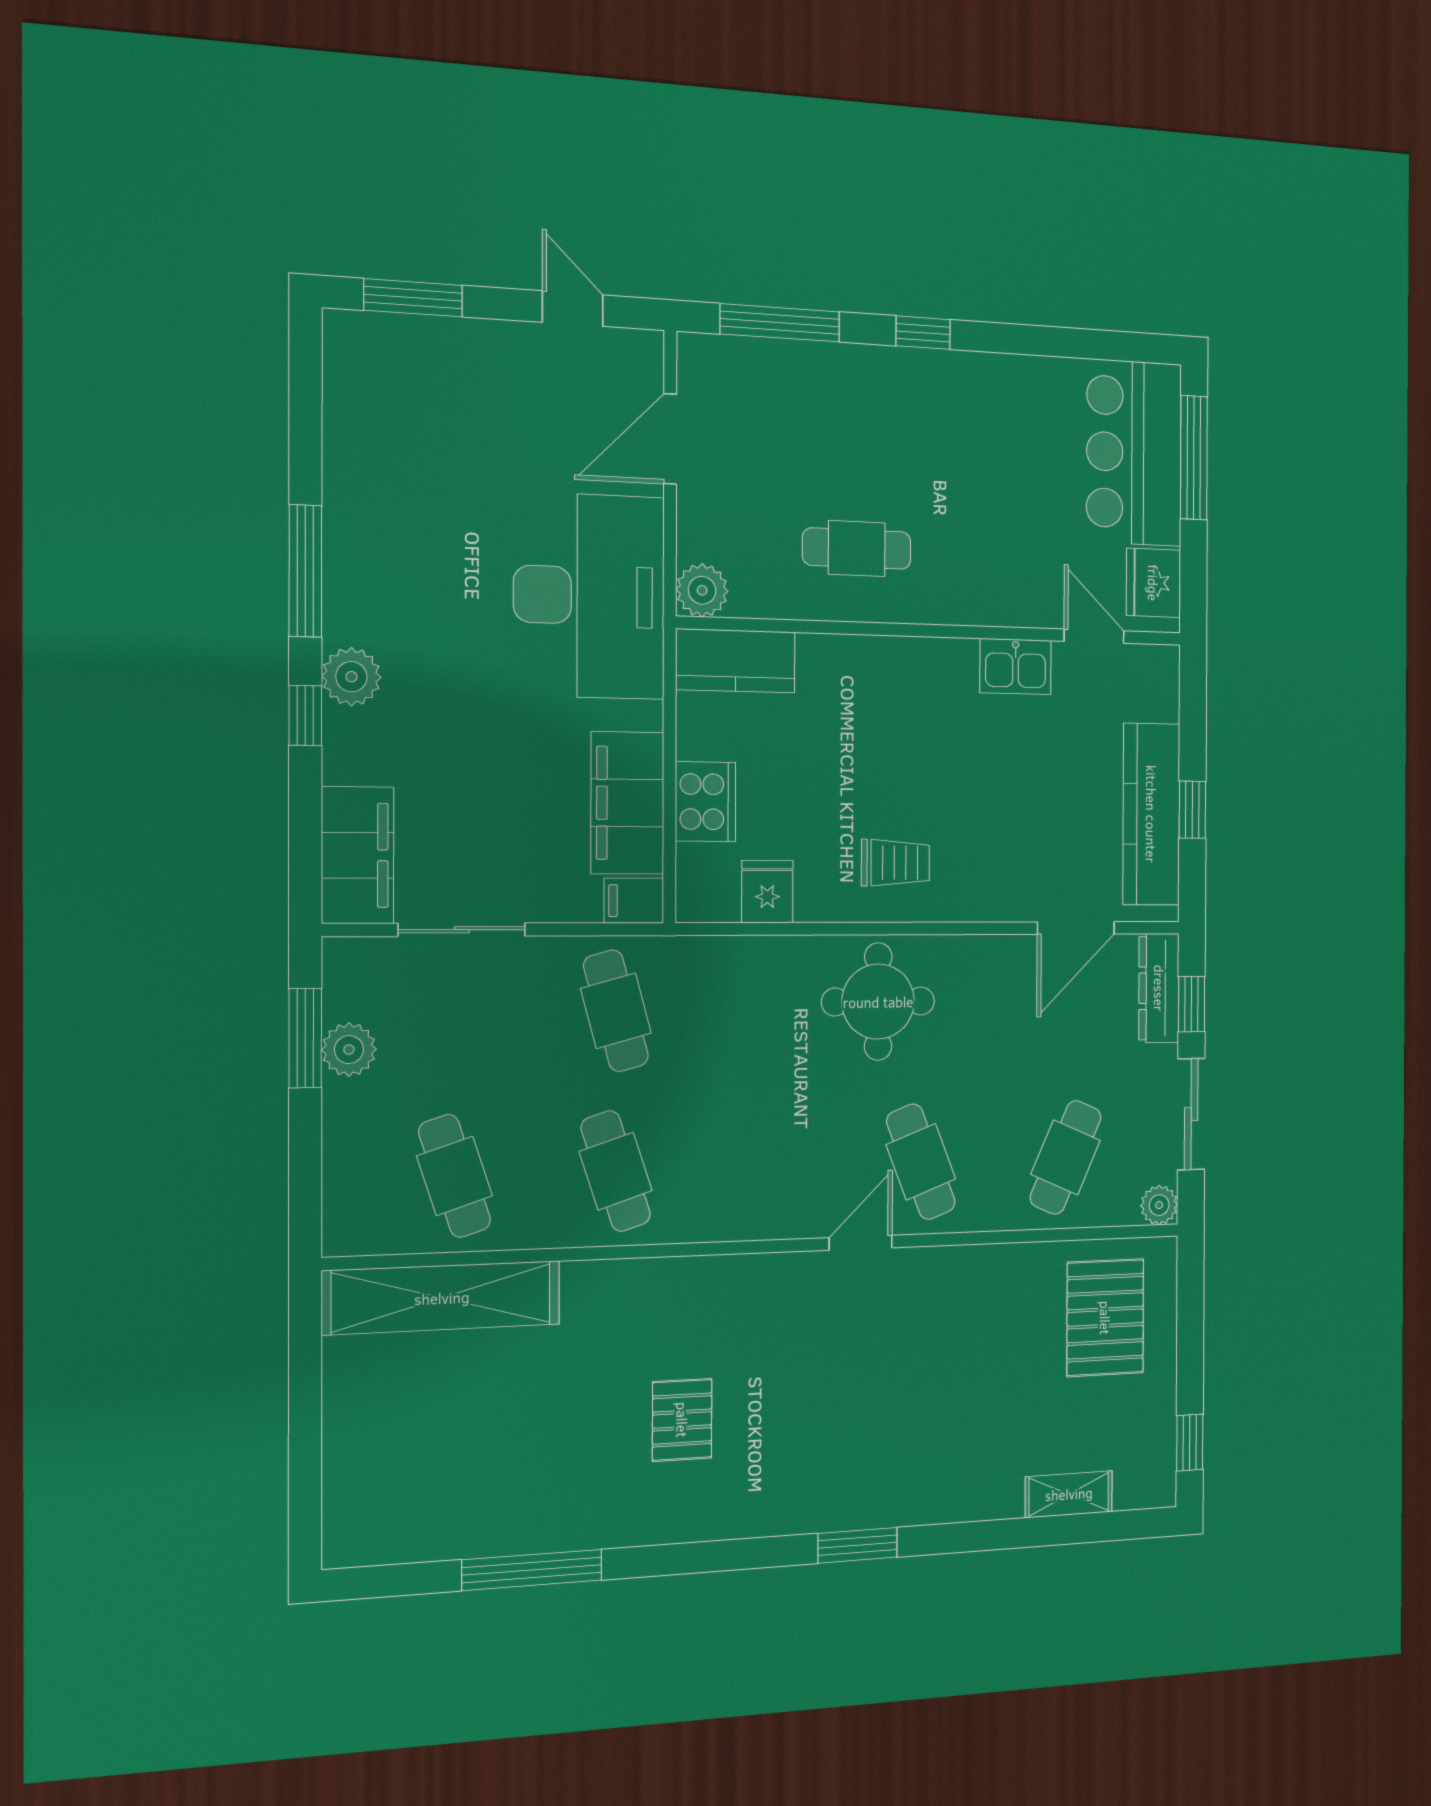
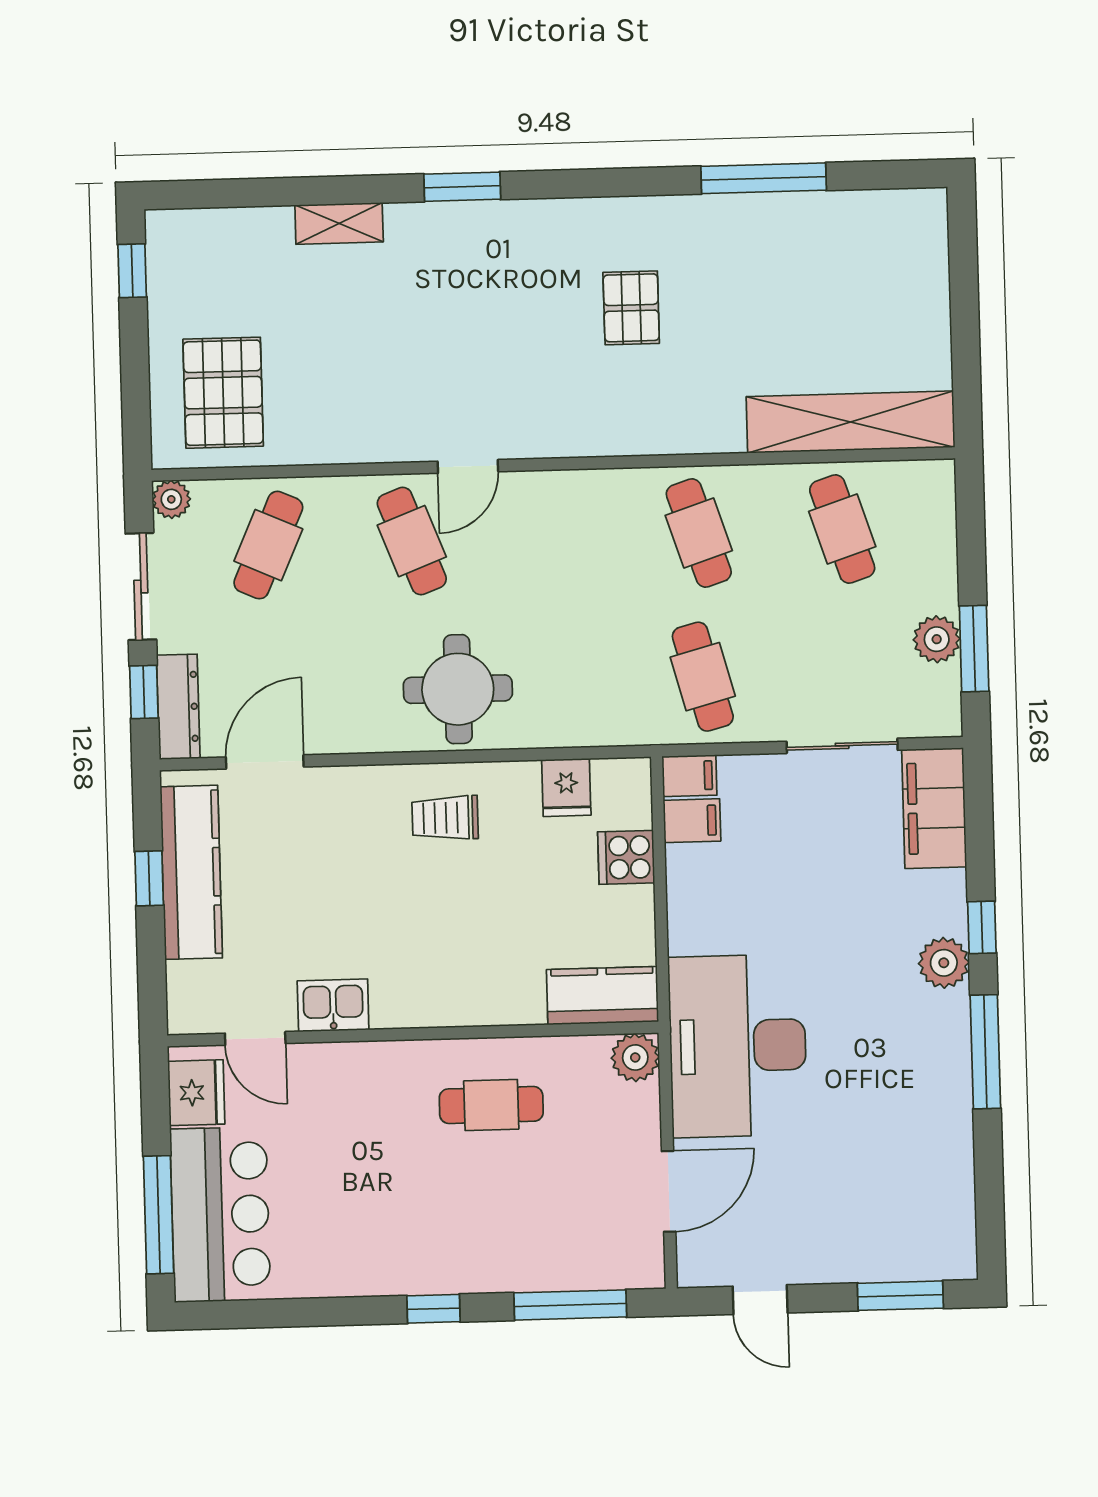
cooker: (705, 802) -> (626, 857), width x0.73
filing cabinet: (627, 803) -> (692, 821), width x0.33, depth x0.86
shelving: (1069, 1494) -> (339, 223), moved

